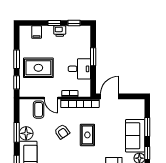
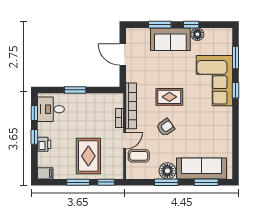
printer: (60, 31) -> (44, 144), moved
filing cabinet: (37, 32) -> (45, 173), moved
desk: (79, 69) -> (51, 109), moved, turned -90
door: (109, 96) -> (123, 54), moved

